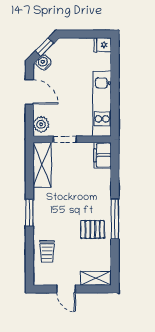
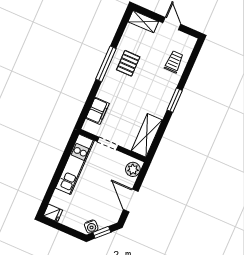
water cooler: (44, 63) -> (91, 227), moved
doorway: (65, 139) -> (108, 144), moved
filing cabinet: (103, 155) -> (98, 111), moved
pallet: (93, 229) -> (128, 63), turned 90

